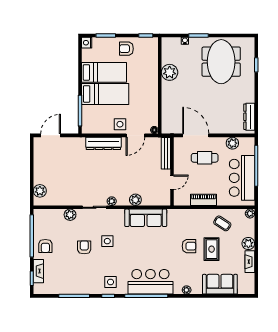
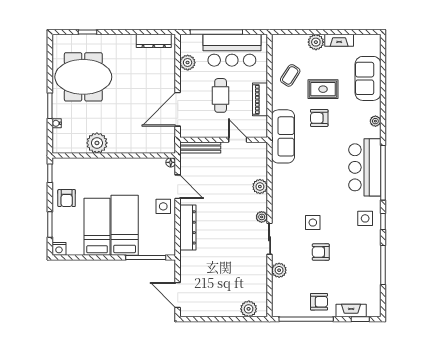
cafe table: (205, 158) -> (221, 95), moved
plant: (250, 214) -> (278, 40), removed
sofa: (146, 218) -> (283, 136), moved
armchair: (189, 246) -> (319, 118), turned -90

